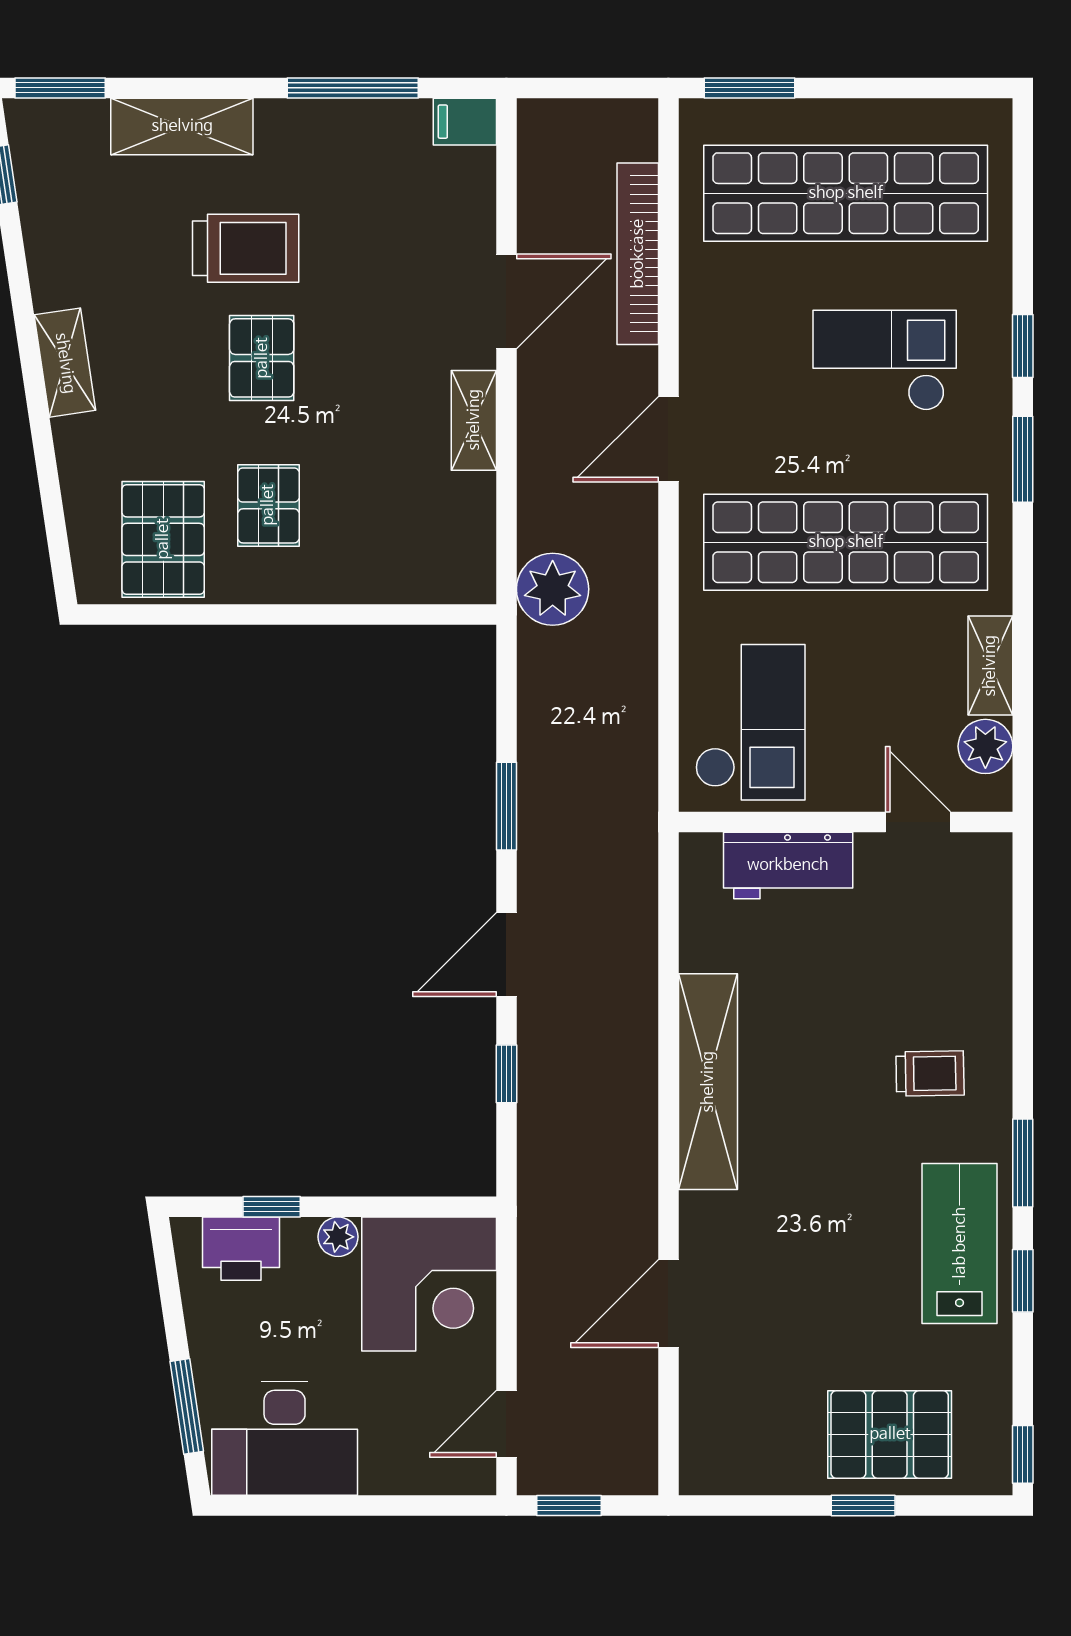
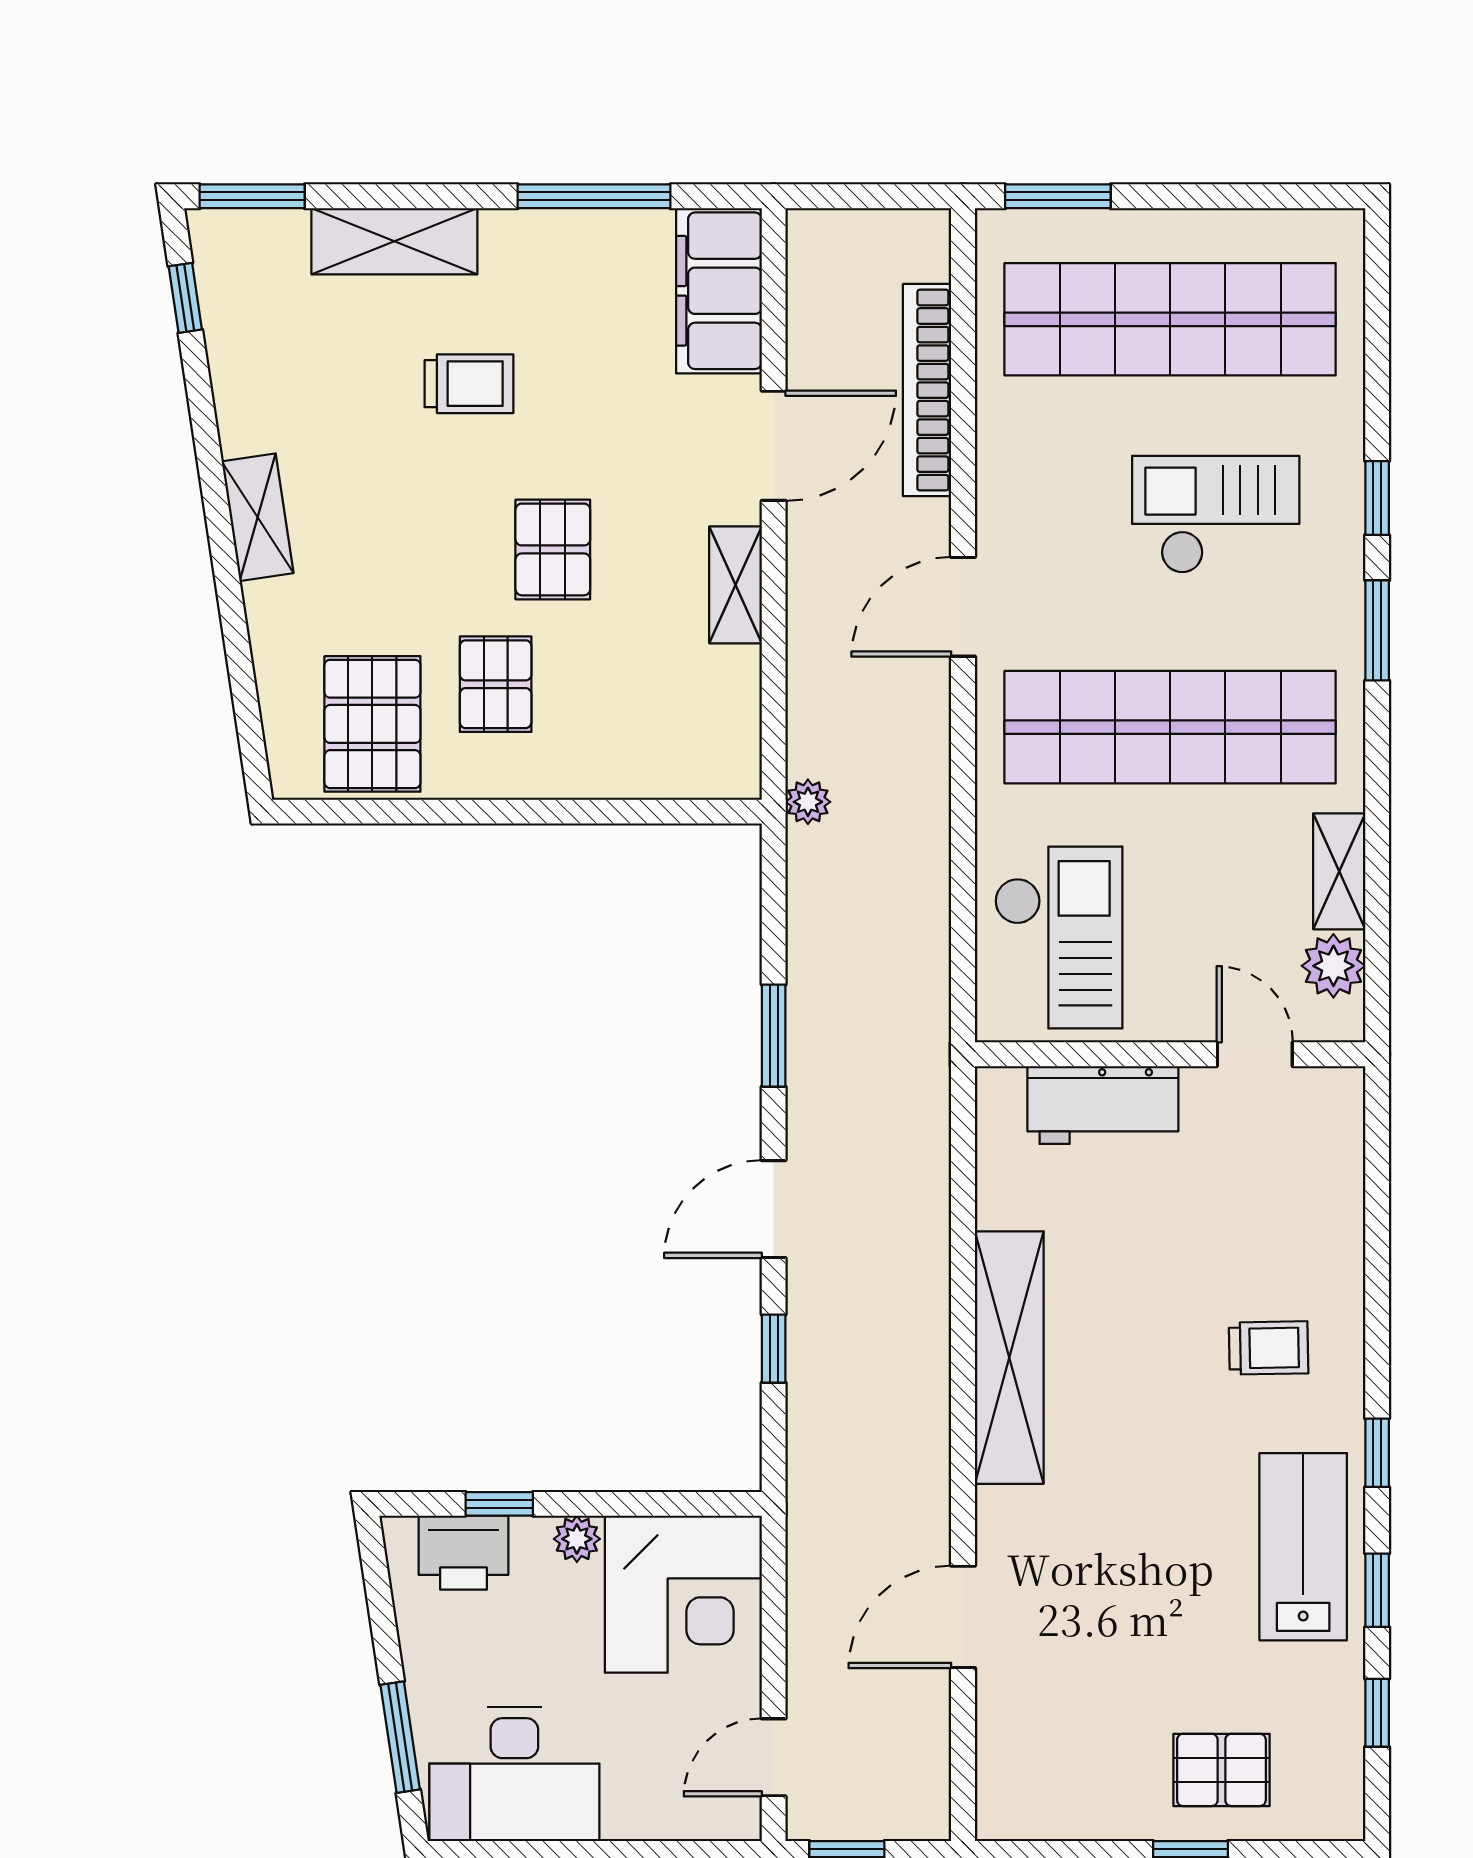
filing cabinet: (465, 122) -> (719, 291), width x3.00, depth x1.17
trolley: (246, 248) -> (469, 384), width x0.73, depth x0.72
pallet: (262, 358) -> (553, 549), moved
plant: (553, 589) -> (808, 802), width x0.53, depth x0.53
window: (1023, 1163) -> (1377, 1453), width x0.67
pallet: (890, 1434) -> (1221, 1770), width x0.67, depth x0.71
window: (1023, 1454) -> (1377, 1713), moved

